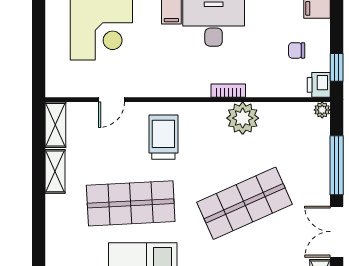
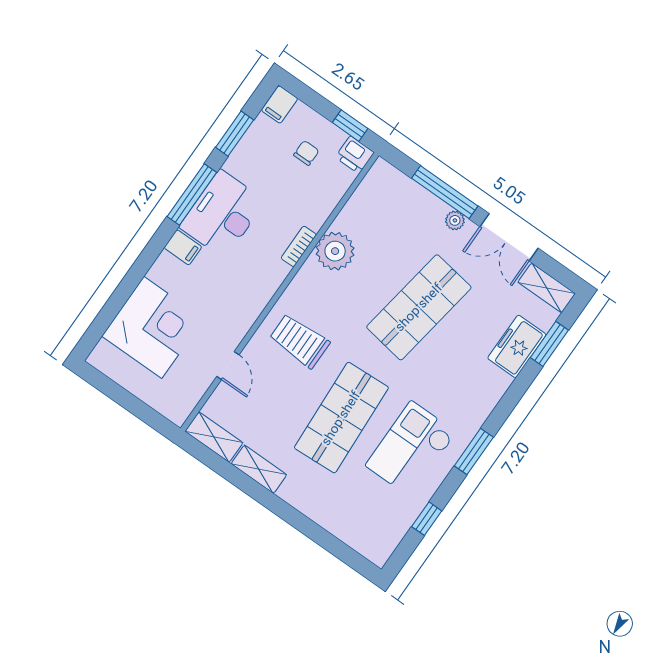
chair: (297, 50) -> (306, 153), turned 180
plant: (322, 110) -> (455, 220), moved
shop shelf: (245, 203) -> (419, 307), turned 33

